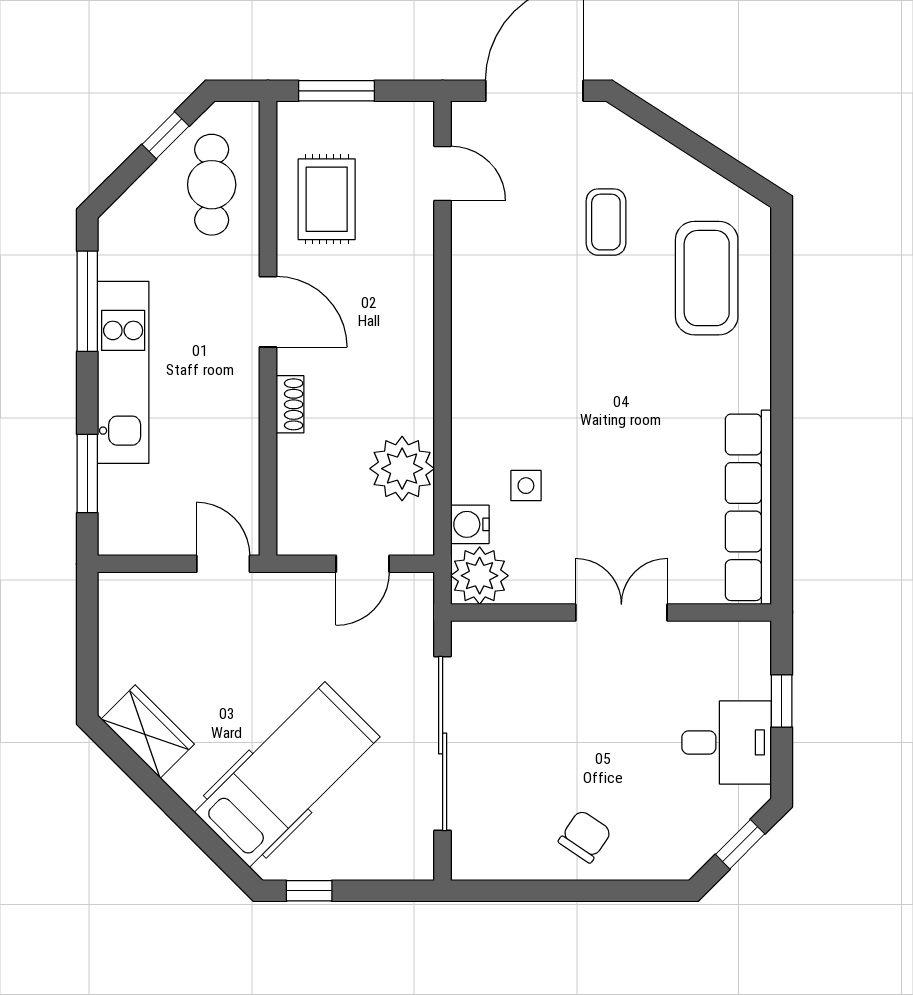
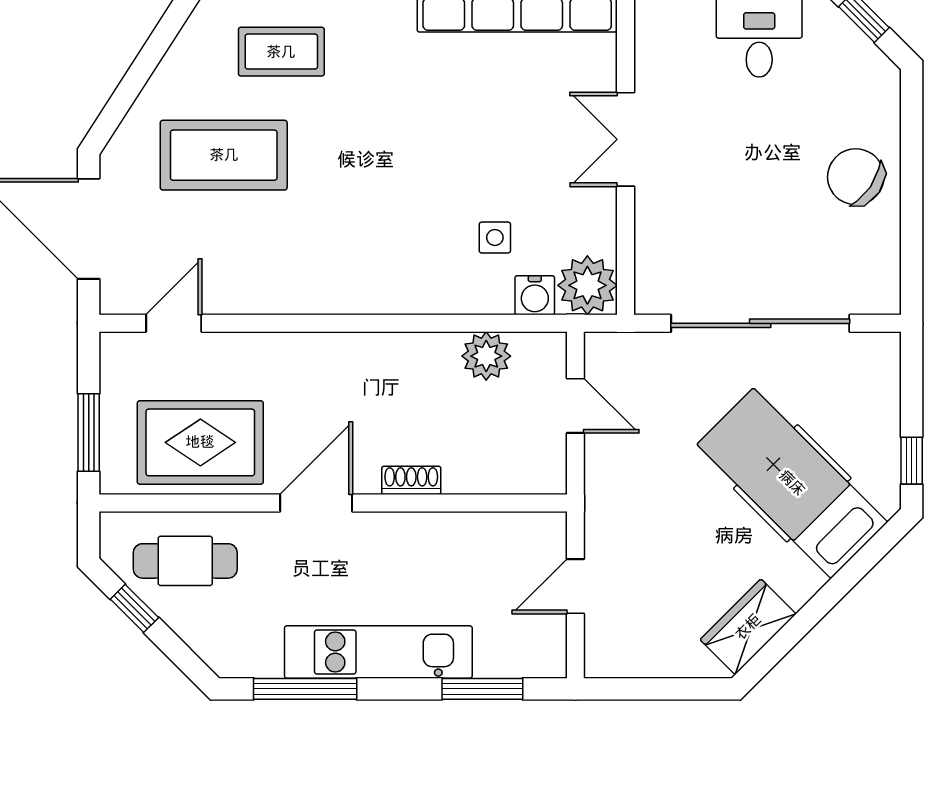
rug: (327, 199) -> (200, 442), width x1.36, depth x1.43
coffee table: (606, 222) -> (224, 155), width x1.86, depth x1.72
coffee table: (707, 278) -> (281, 52), width x0.73, depth x0.76
plant: (402, 469) -> (486, 356), width x0.73, depth x0.73
door: (223, 564) -> (575, 586), moved
chair: (585, 836) -> (856, 177), width x1.37, depth x1.37

